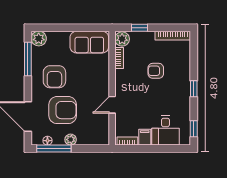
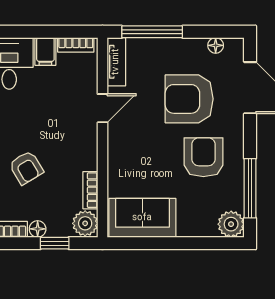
floor lamp: (149, 36) -> (38, 229), added
armchair: (156, 71) -> (26, 168), turned 59
tv unit: (104, 131) -> (116, 62), added
plant: (71, 140) -> (175, 47), removed
window: (54, 148) -> (152, 32), moved

